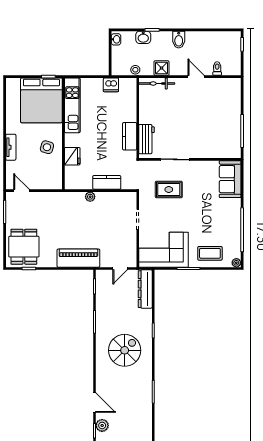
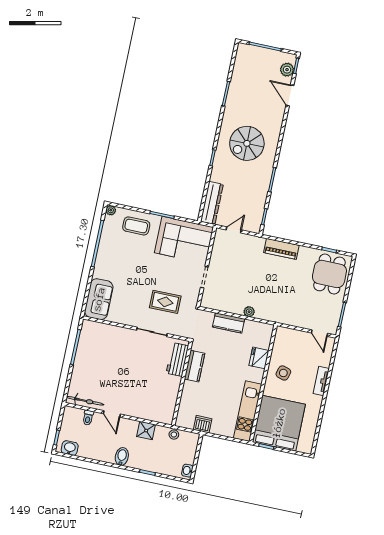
washbasin: (143, 37) -> (70, 448), moved
bicycle: (157, 83) -> (85, 401), moved
piano: (78, 258) -> (281, 249), width x0.73, depth x0.75

